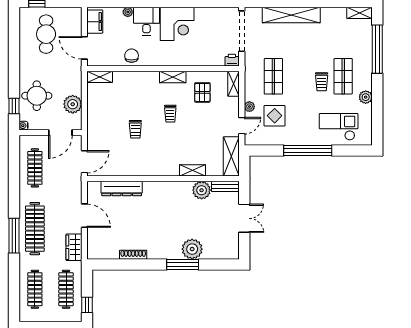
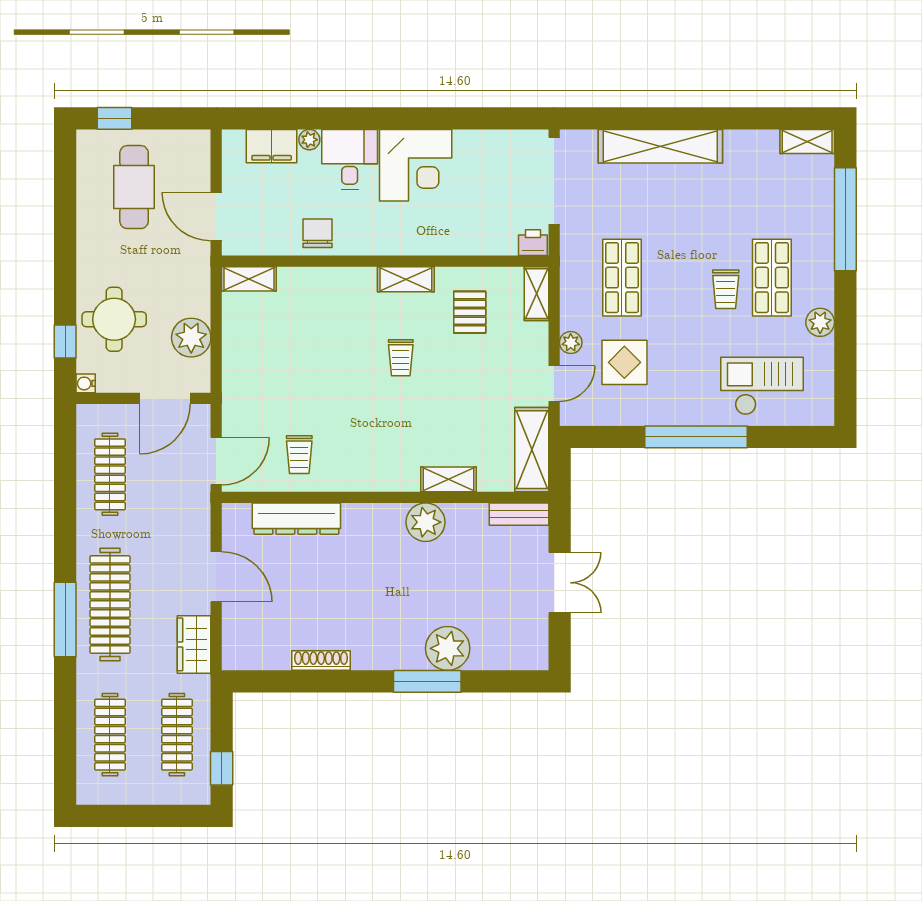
filing cabinet: (95, 22) -> (272, 146), moved, turned 90
trolley: (135, 129) -> (299, 455), moved
plant: (202, 190) -> (426, 522), moved

